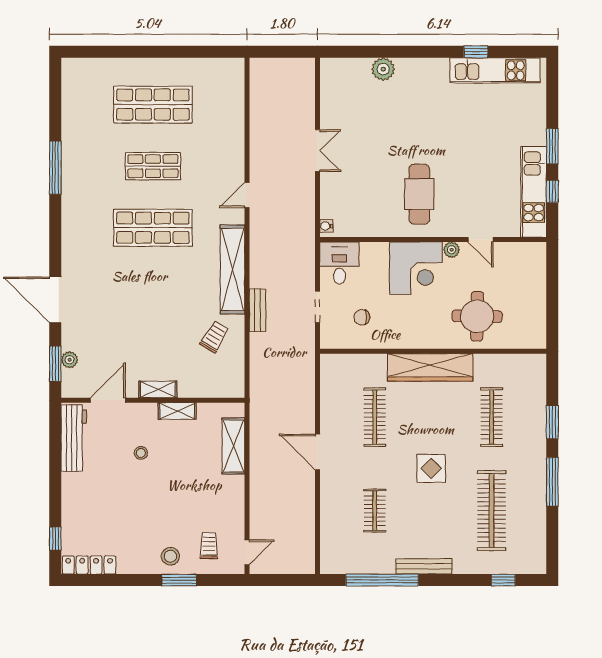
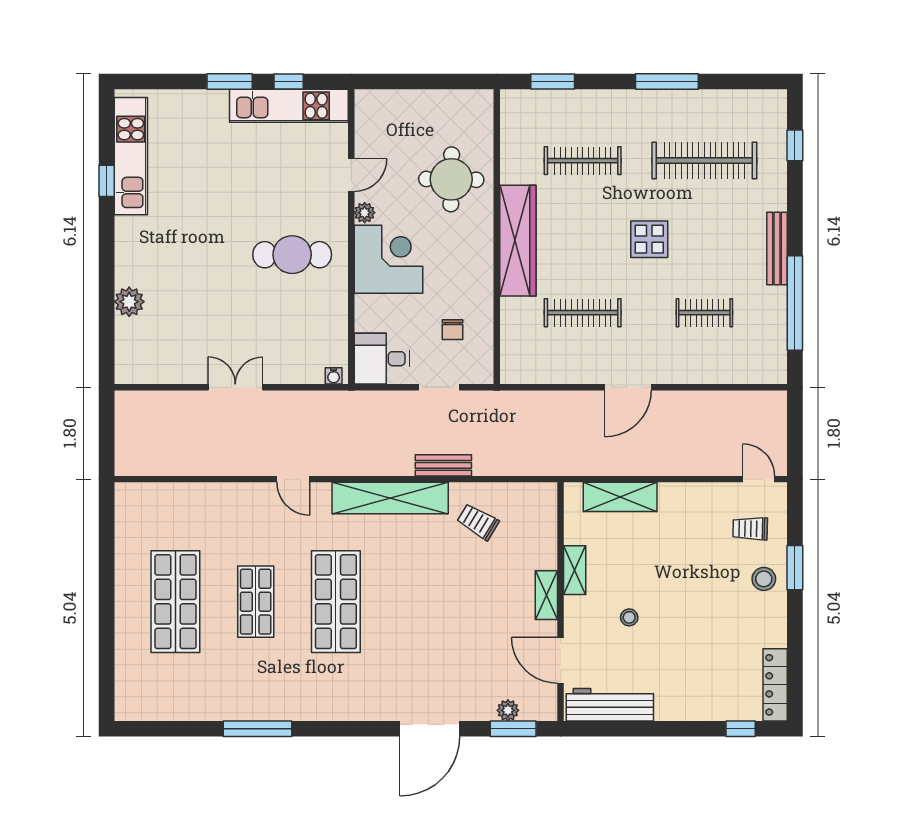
window: (552, 422) -> (553, 81), moved

